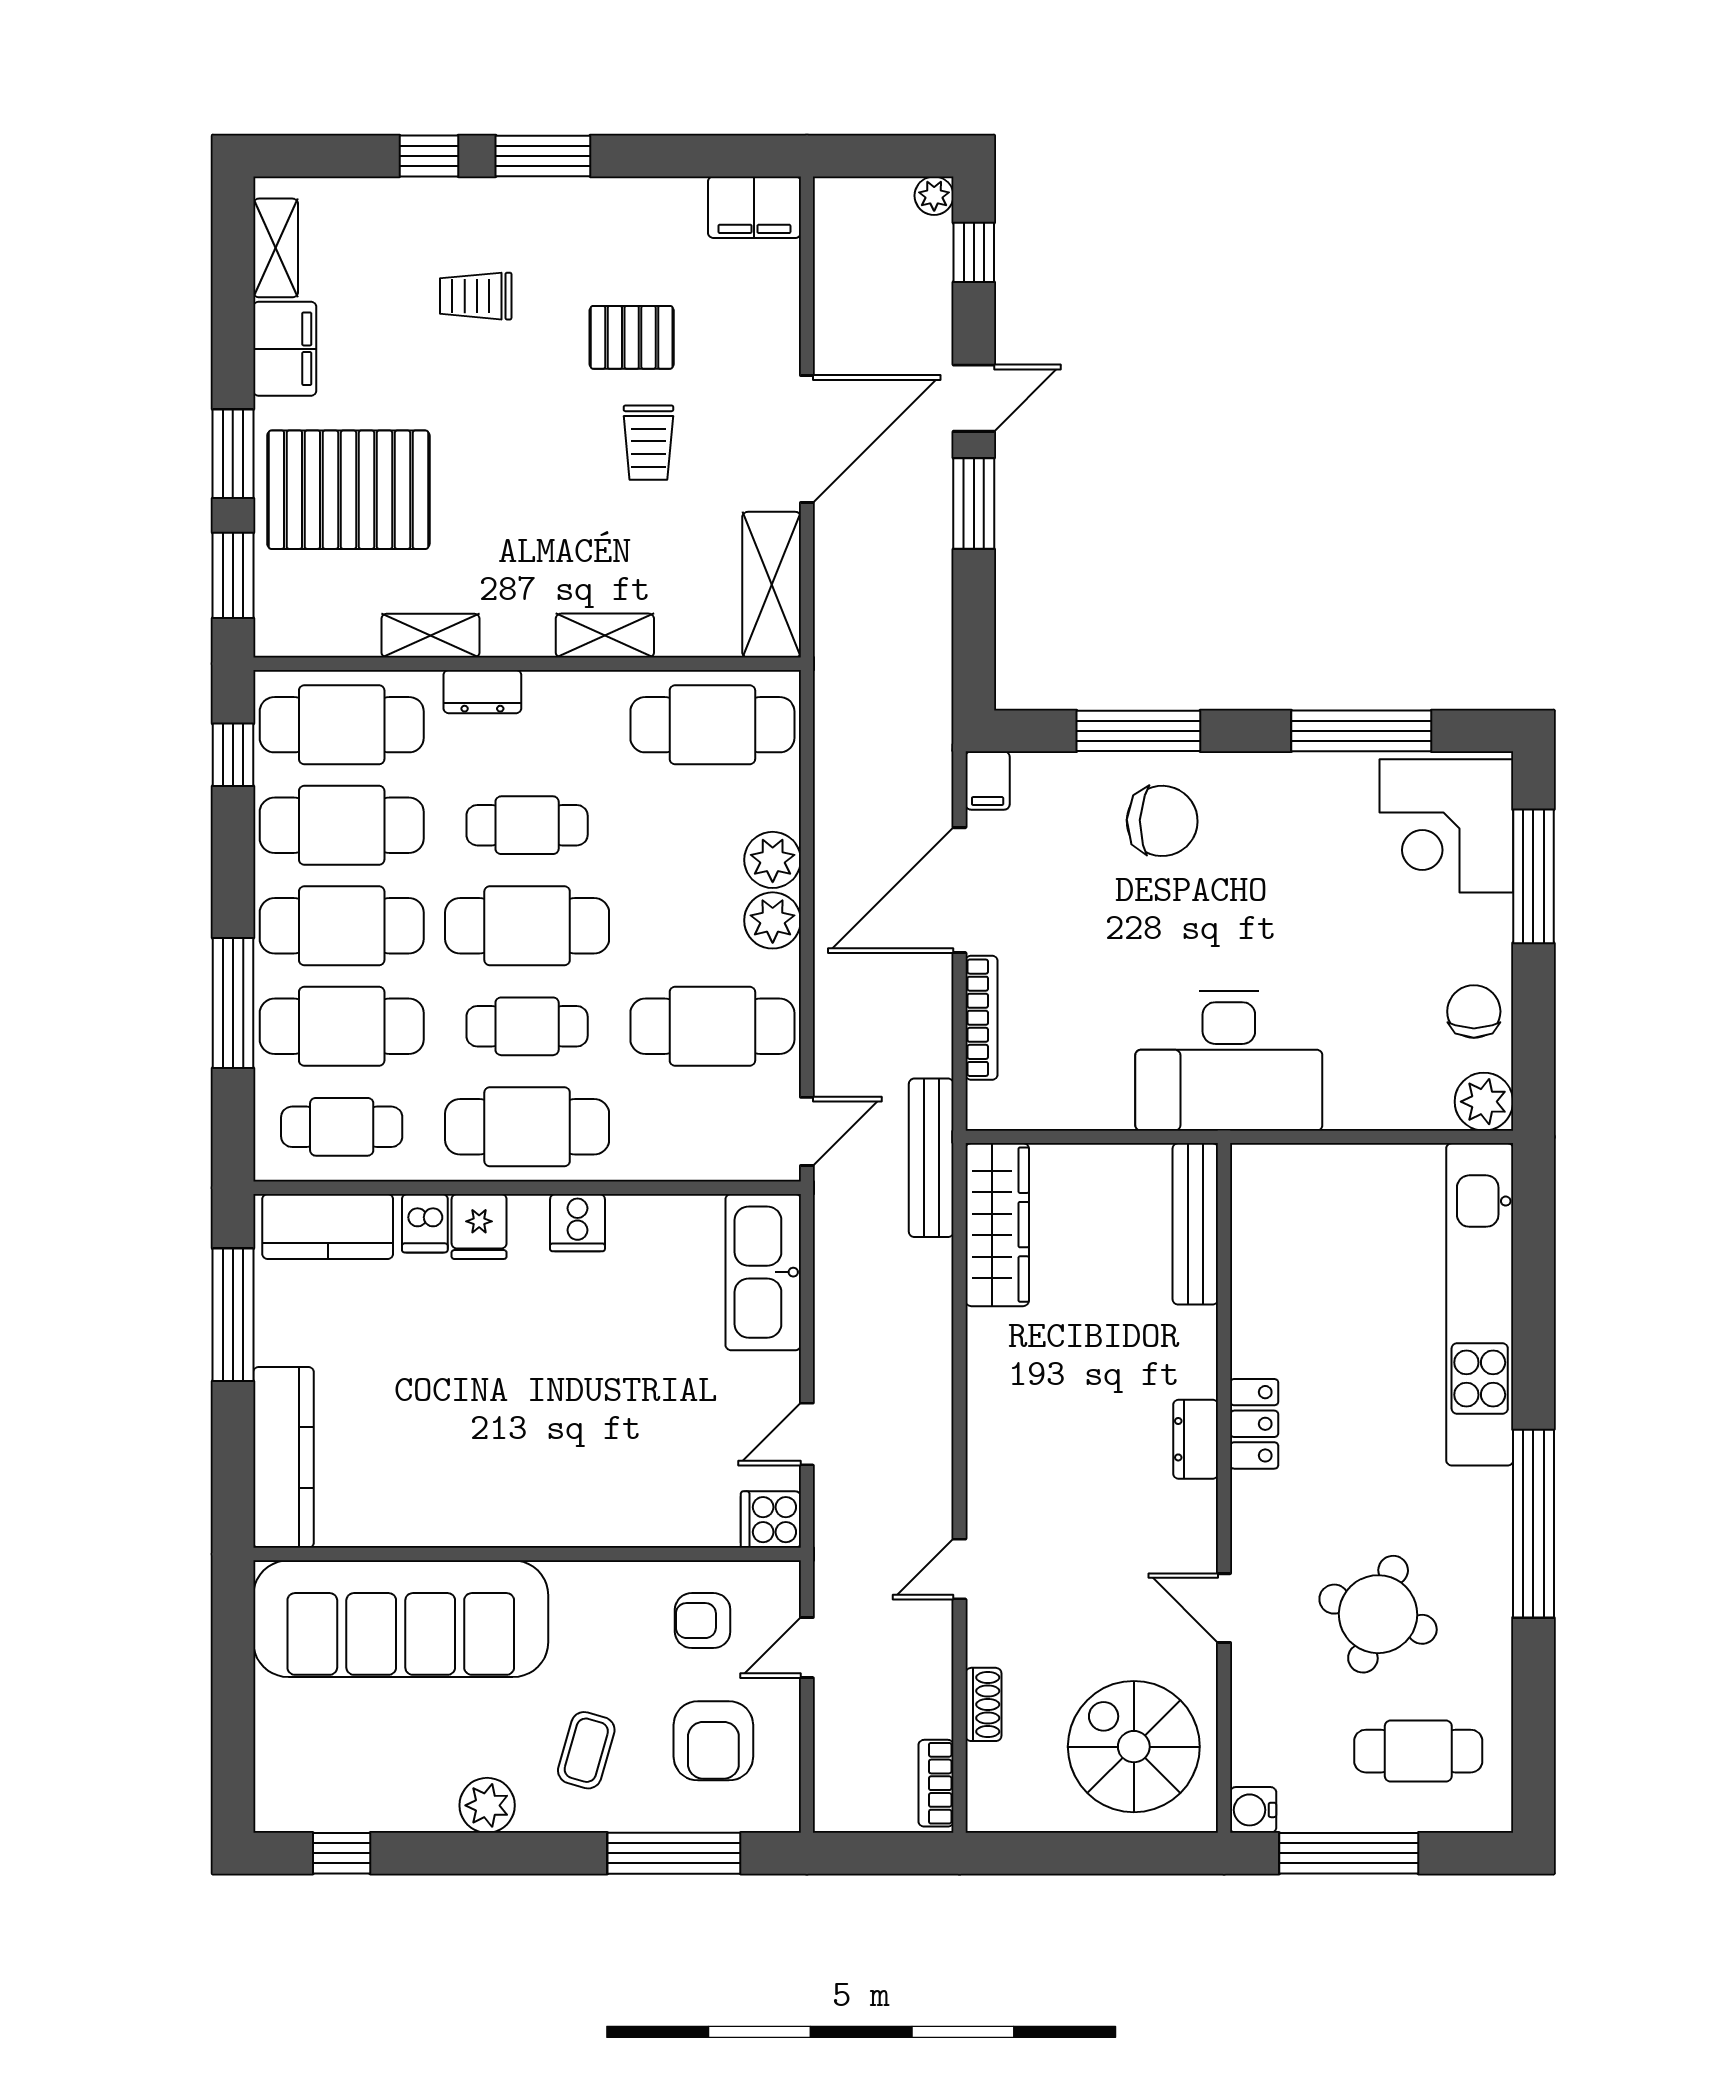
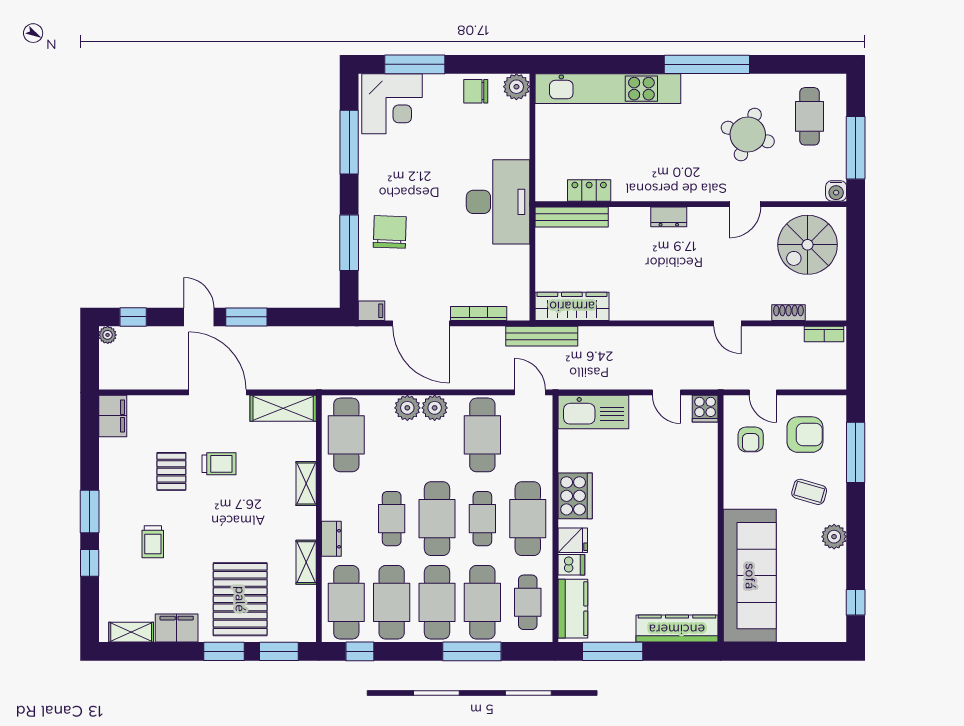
cooker: (577, 1223) -> (575, 496), width x1.87, depth x1.31
locker: (1254, 1424) -> (589, 190), moved

